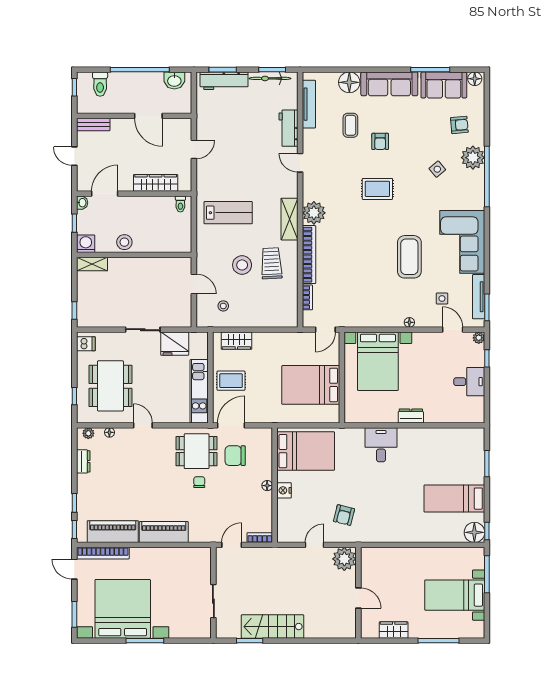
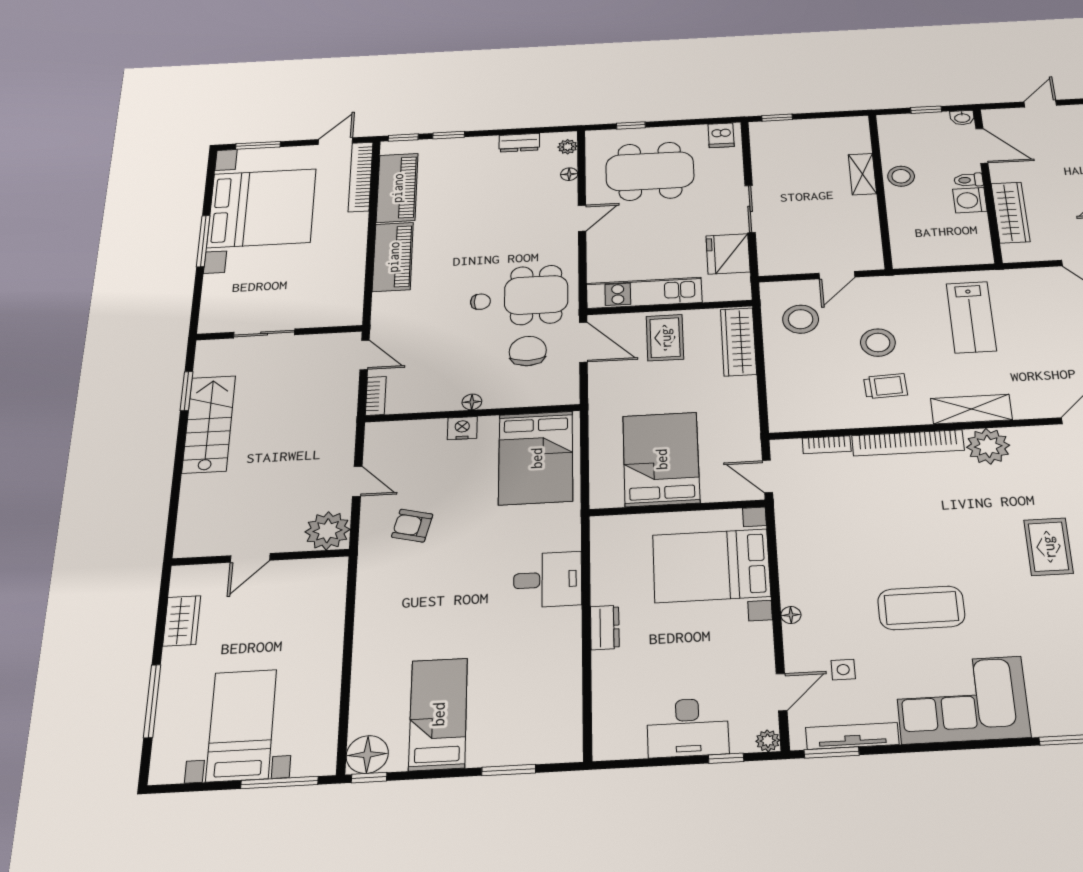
toilet: (180, 204) -> (968, 180), moved
washing machine: (86, 244) -> (970, 200), moved, turned 180
trolley: (271, 263) -> (886, 386), width x0.73, depth x0.72
shelving: (92, 264) -> (862, 174), moved
stool: (223, 306) -> (801, 319), width x1.89, depth x1.89
wardrobe: (236, 341) -> (738, 342), width x1.50
desk: (469, 382) -> (688, 728), width x1.37

